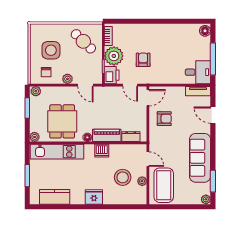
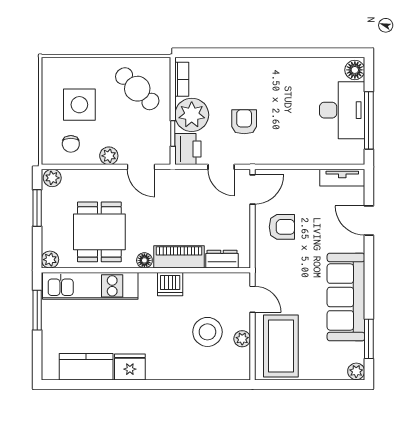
desk: (198, 72) -> (342, 110), moved, width x1.37
window: (27, 176) -> (37, 310), moved
fridge: (94, 197) -> (130, 367), moved

